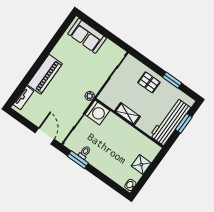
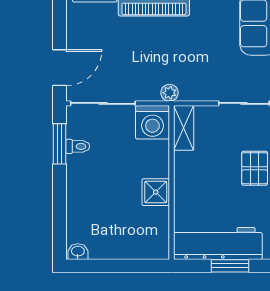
shelving: (128, 114) -> (184, 128), moved
shower: (141, 165) -> (156, 192), moved

